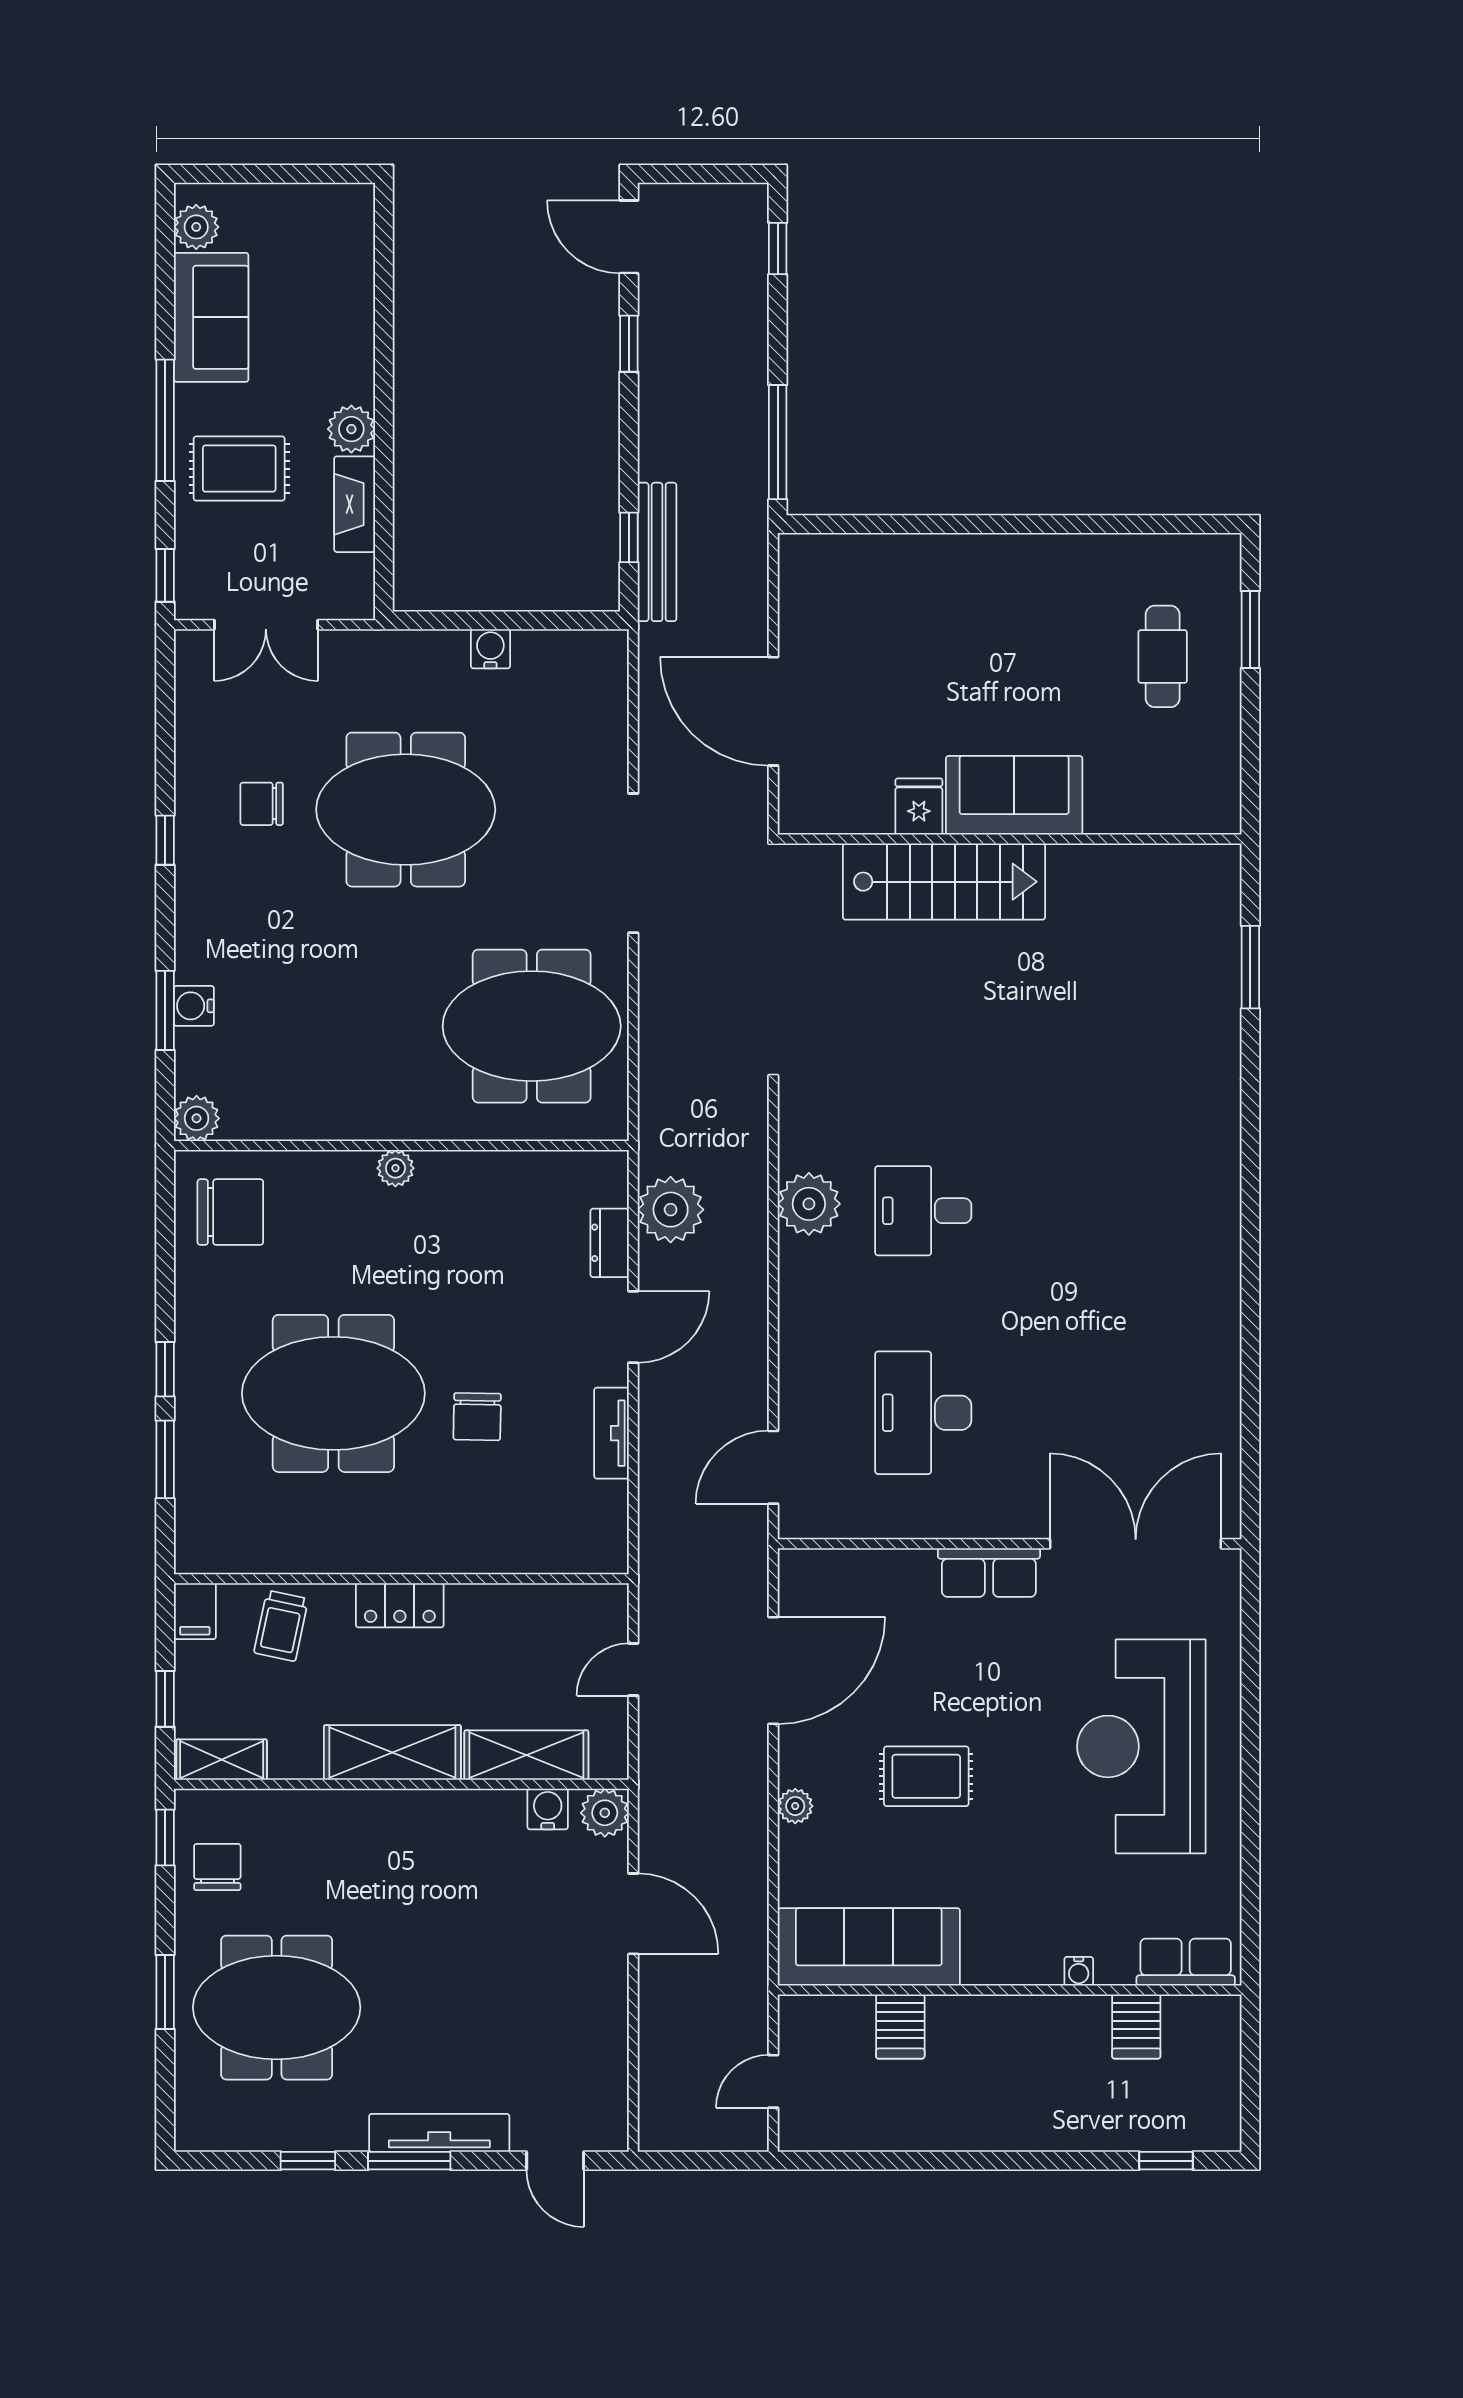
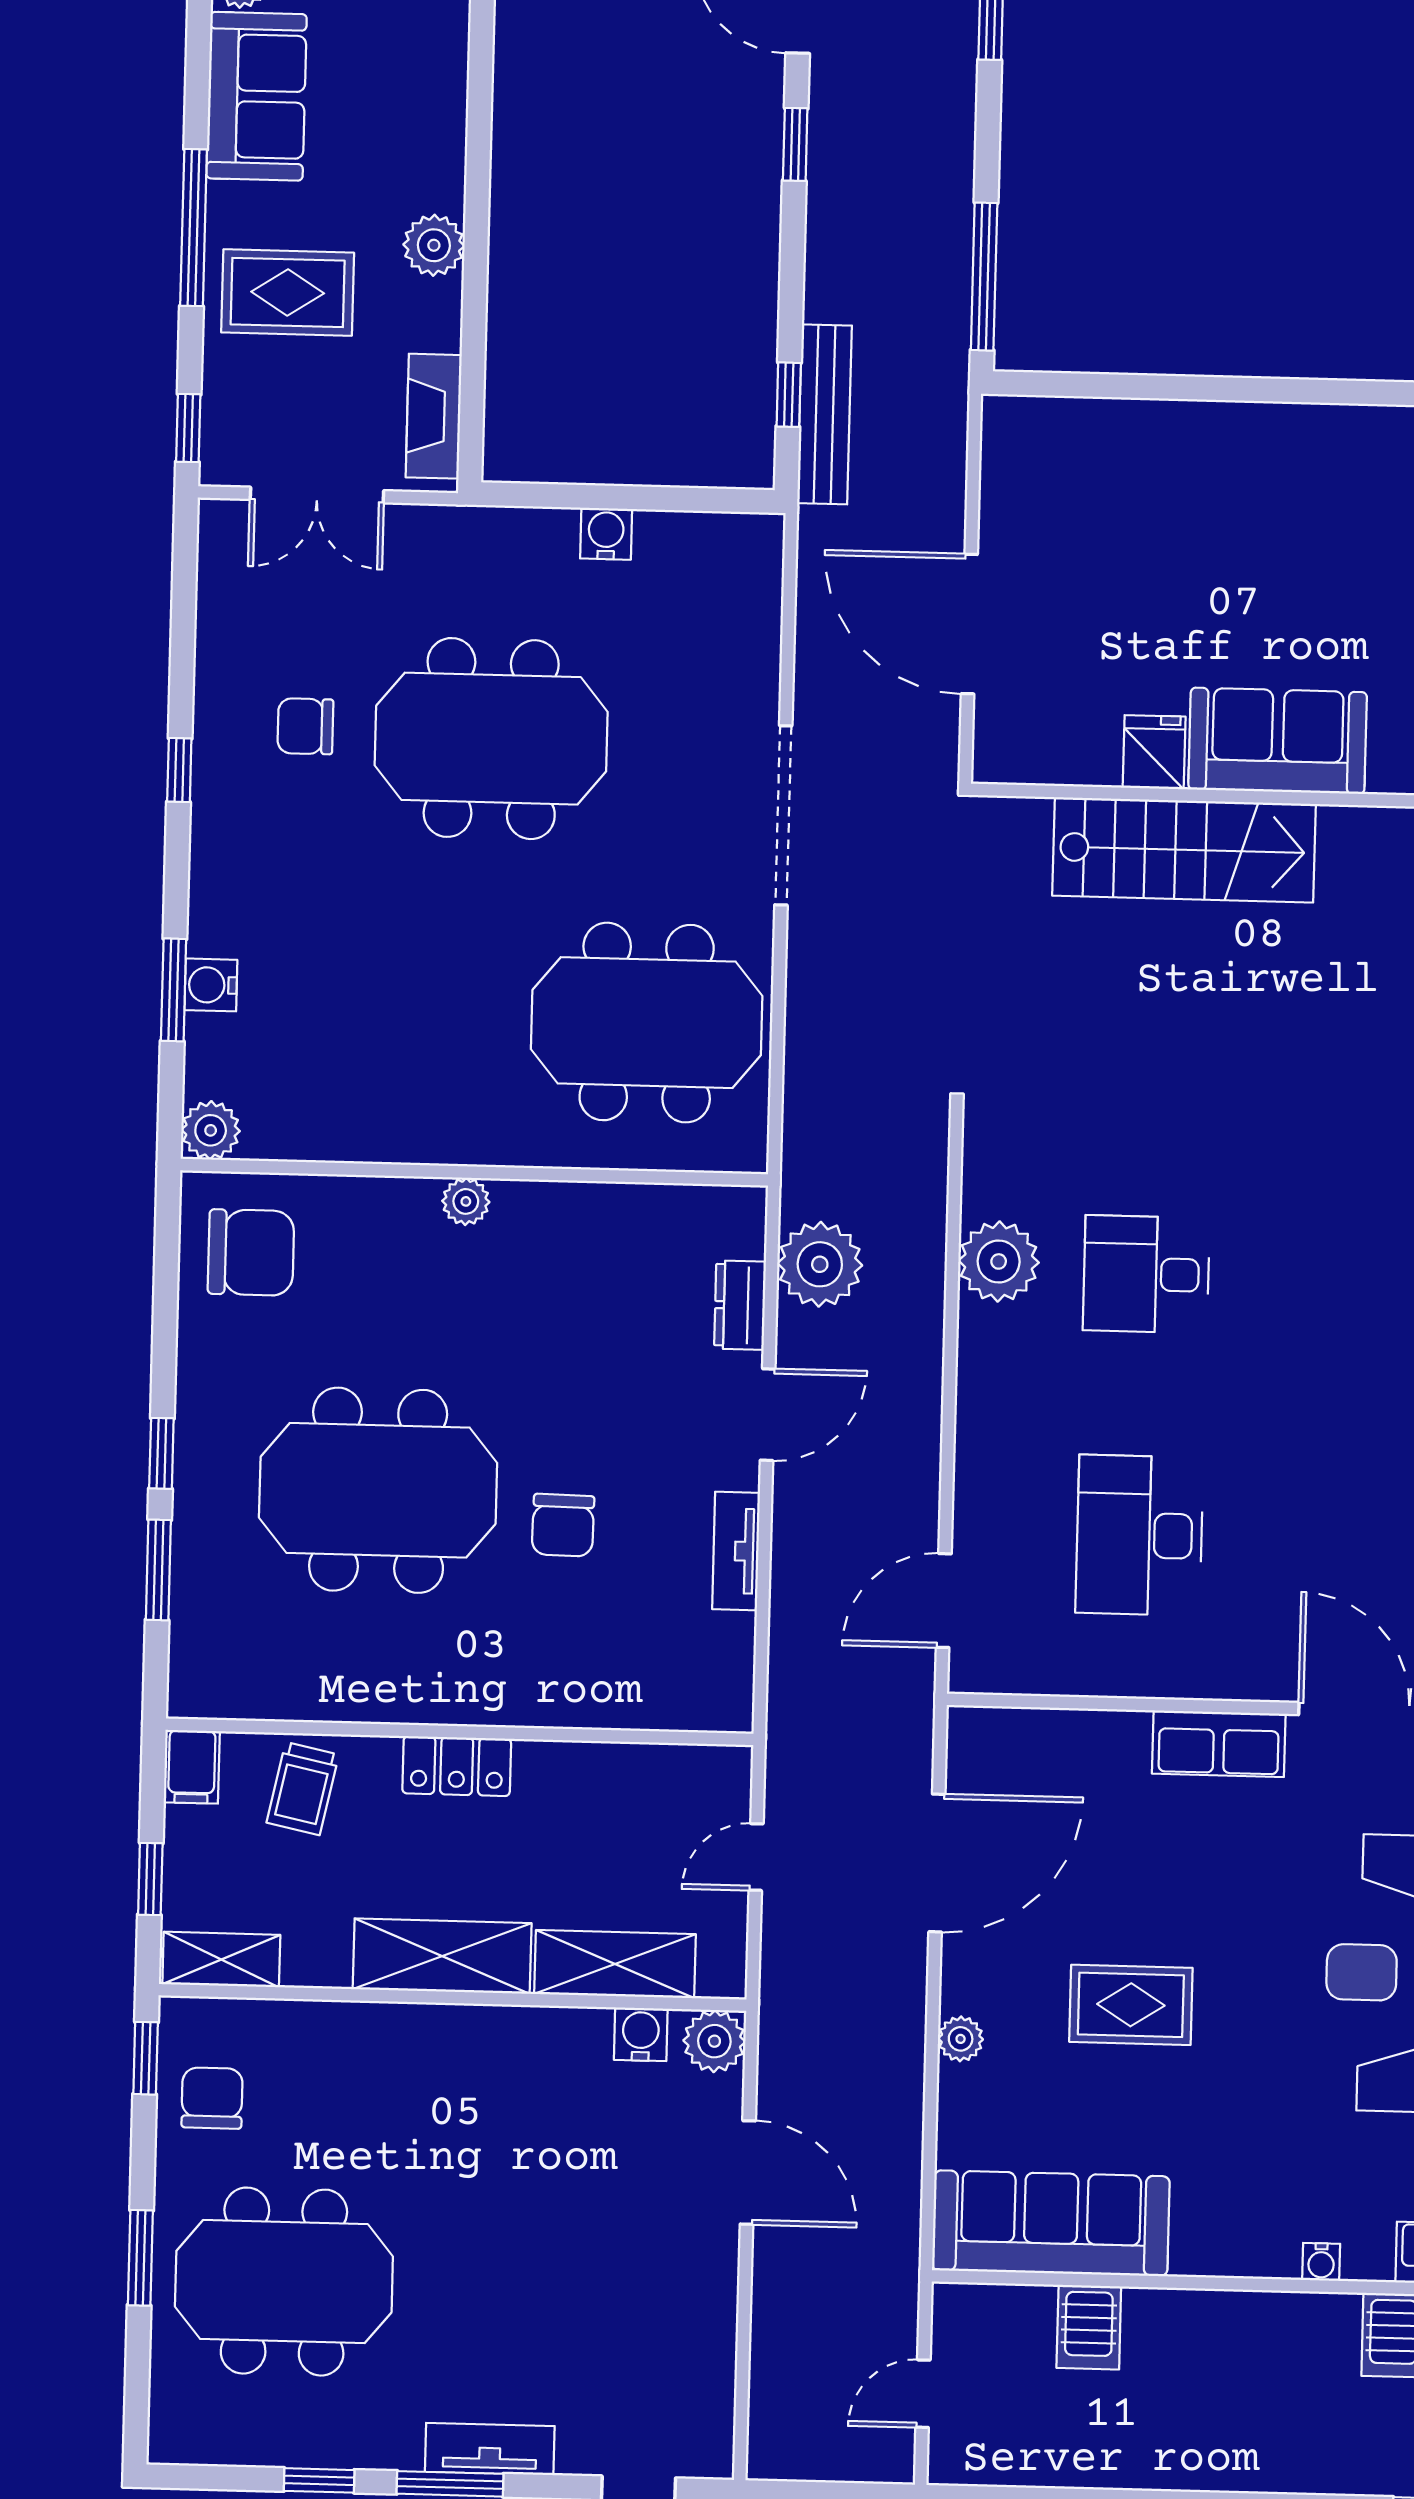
fireplace: (355, 504) -> (434, 416), moved
tv unit: (439, 2133) -> (490, 2449), width x0.71

